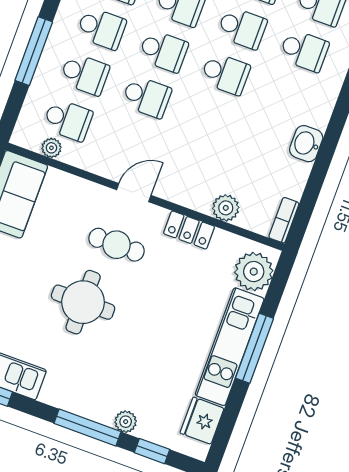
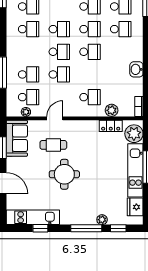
school desk: (101, 28) -> (90, 97), moved
door: (134, 193) -> (55, 118), moved
locker: (189, 230) -> (111, 126), moved
cafe table: (117, 245) -> (53, 145), moved

